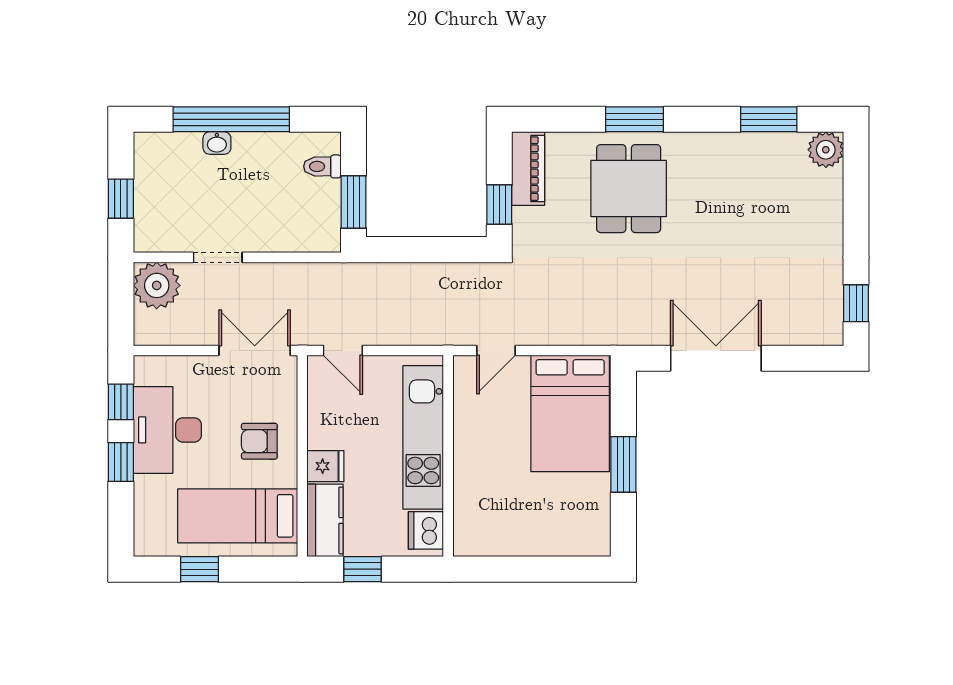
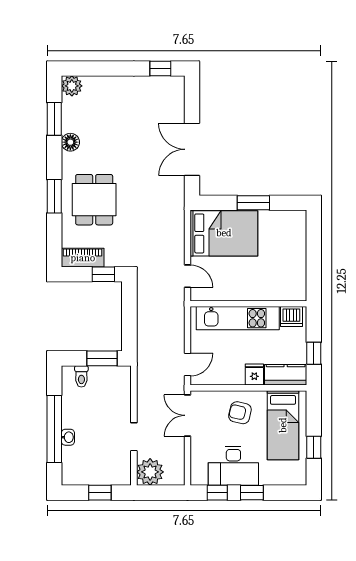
floor lamp: (728, 147) -> (70, 142), added
dining table: (629, 189) -> (94, 200), turned 90
armchair: (259, 441) -> (240, 413), turned 103

